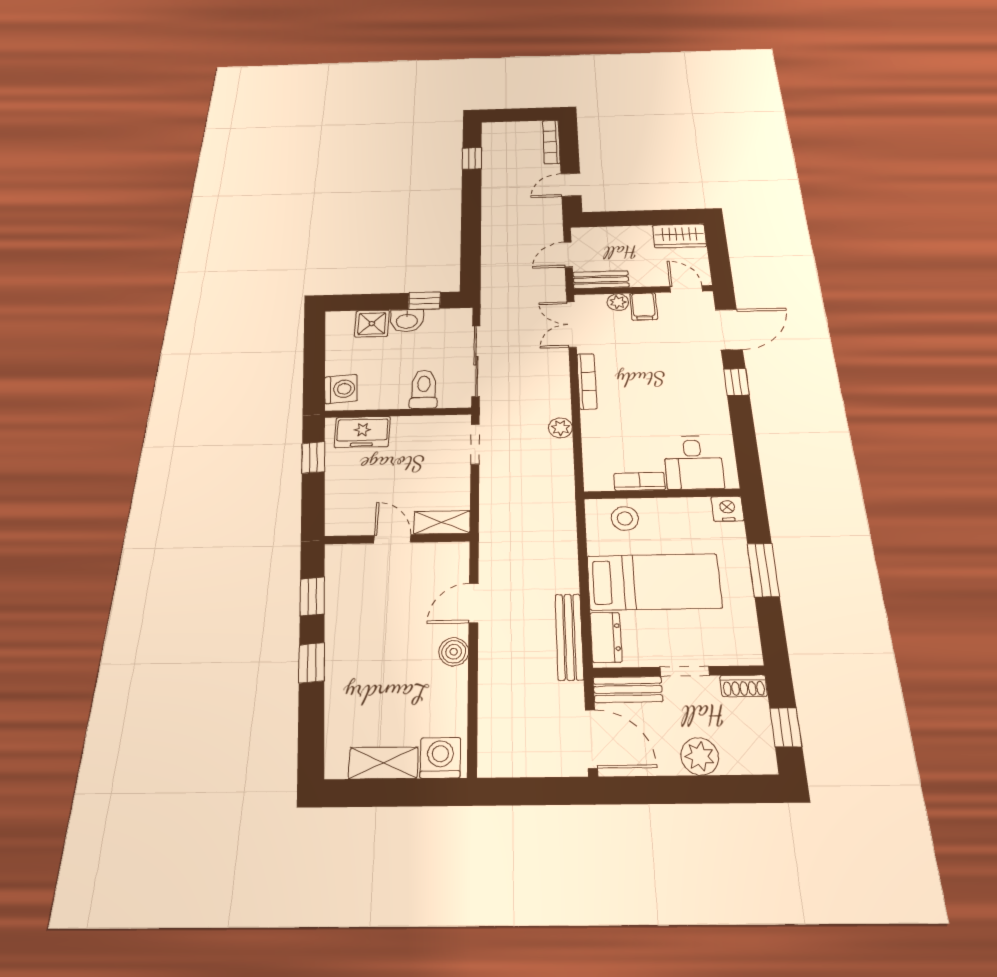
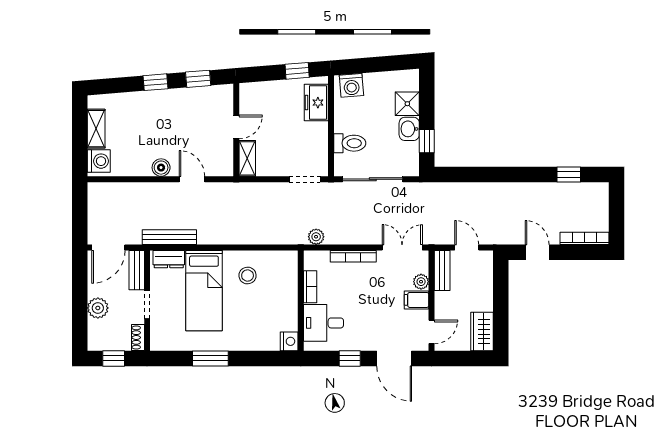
desk: (693, 462) -> (323, 323), moved
bookcase: (640, 482) -> (310, 287), moved
wall: (662, 494) -> (301, 301), moved
nightstand: (727, 509) -> (289, 341), moved

